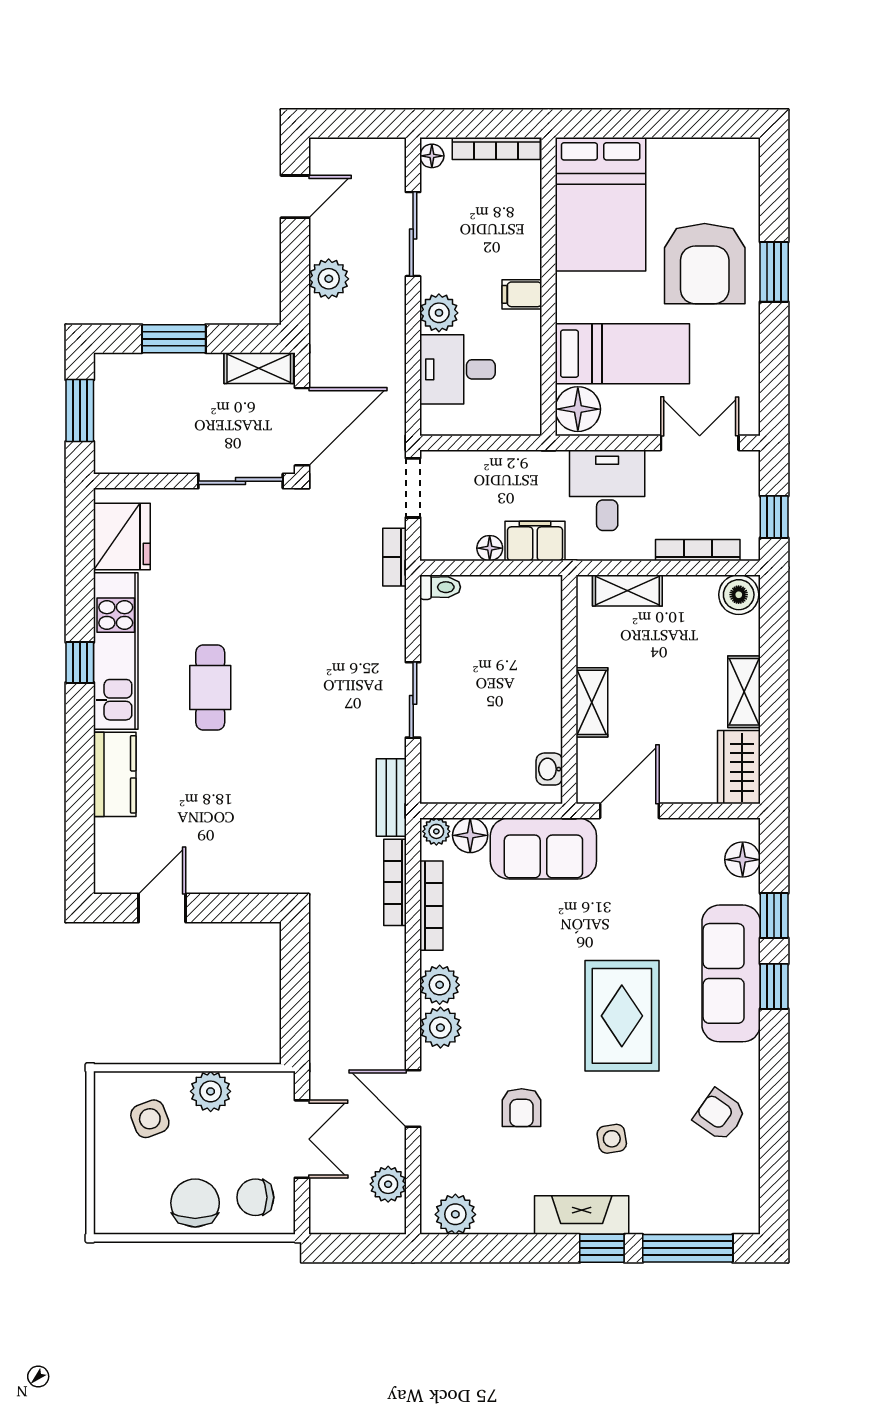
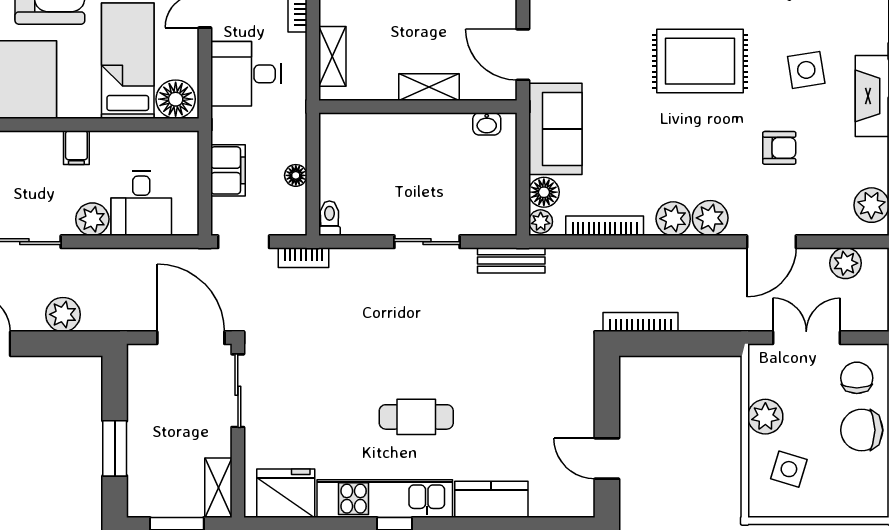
shelving: (259, 368) -> (218, 488), moved
filing cabinet: (535, 541) -> (228, 170), moved, turned 180
bookcase: (395, 882) -> (641, 322), moved, turned 180
side table: (150, 1119) -> (789, 469), turned 38
side table: (612, 1139) -> (806, 70), width x1.37, depth x1.37
chair: (255, 1197) -> (857, 378), turned 180

